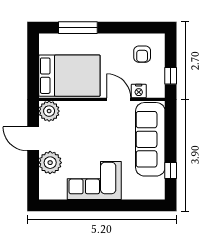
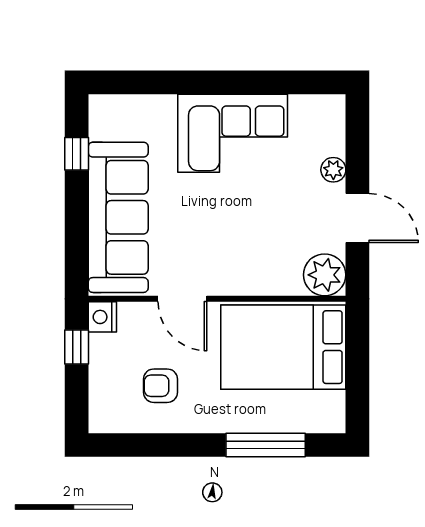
armchair: (142, 54) -> (161, 386), moved, turned -90
nightstand: (139, 91) -> (102, 317), moved, turned -90
plant: (50, 163) -> (333, 170), width x0.53, depth x0.53

